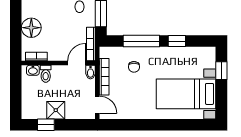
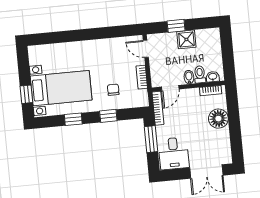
window: (141, 41) -> (108, 116), width x0.46
bidet: (90, 72) -> (189, 77), moved
bookcase: (104, 77) -> (142, 77), width x0.64
bed with nightstands: (186, 94) -> (61, 88), moved
window: (46, 125) -> (176, 26), moved

